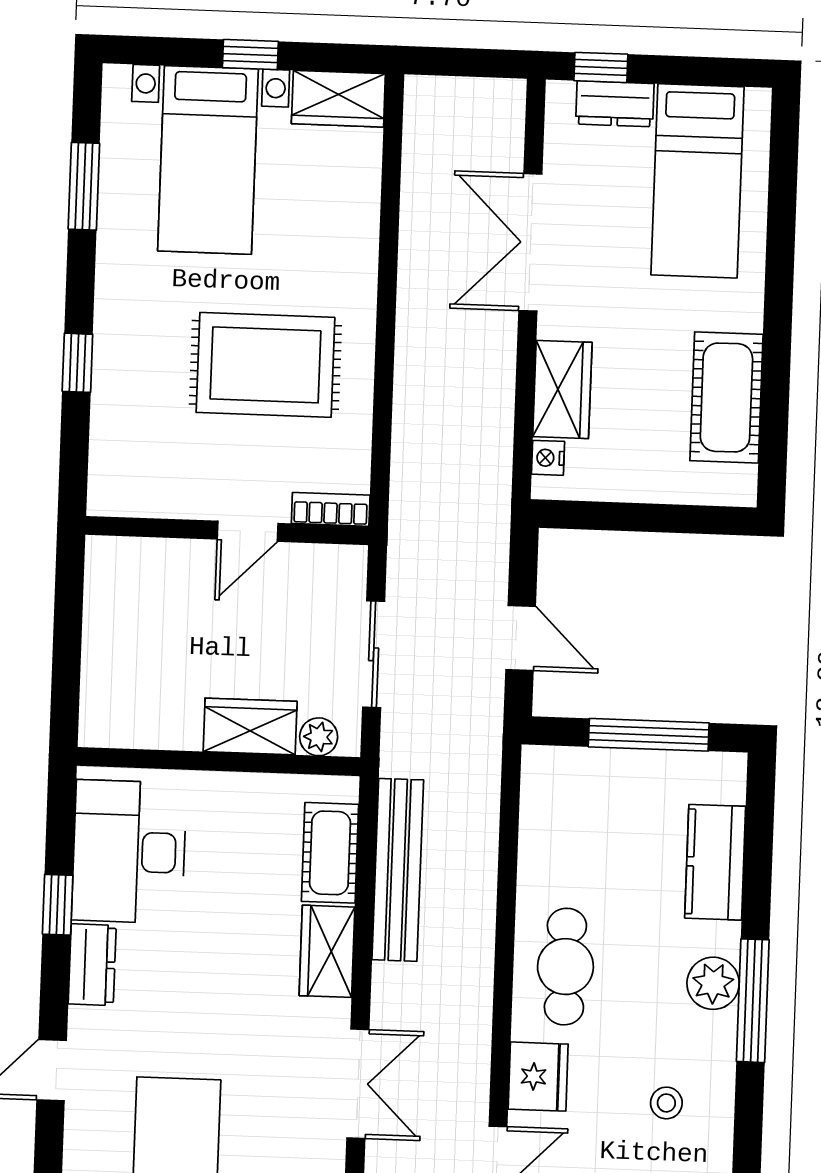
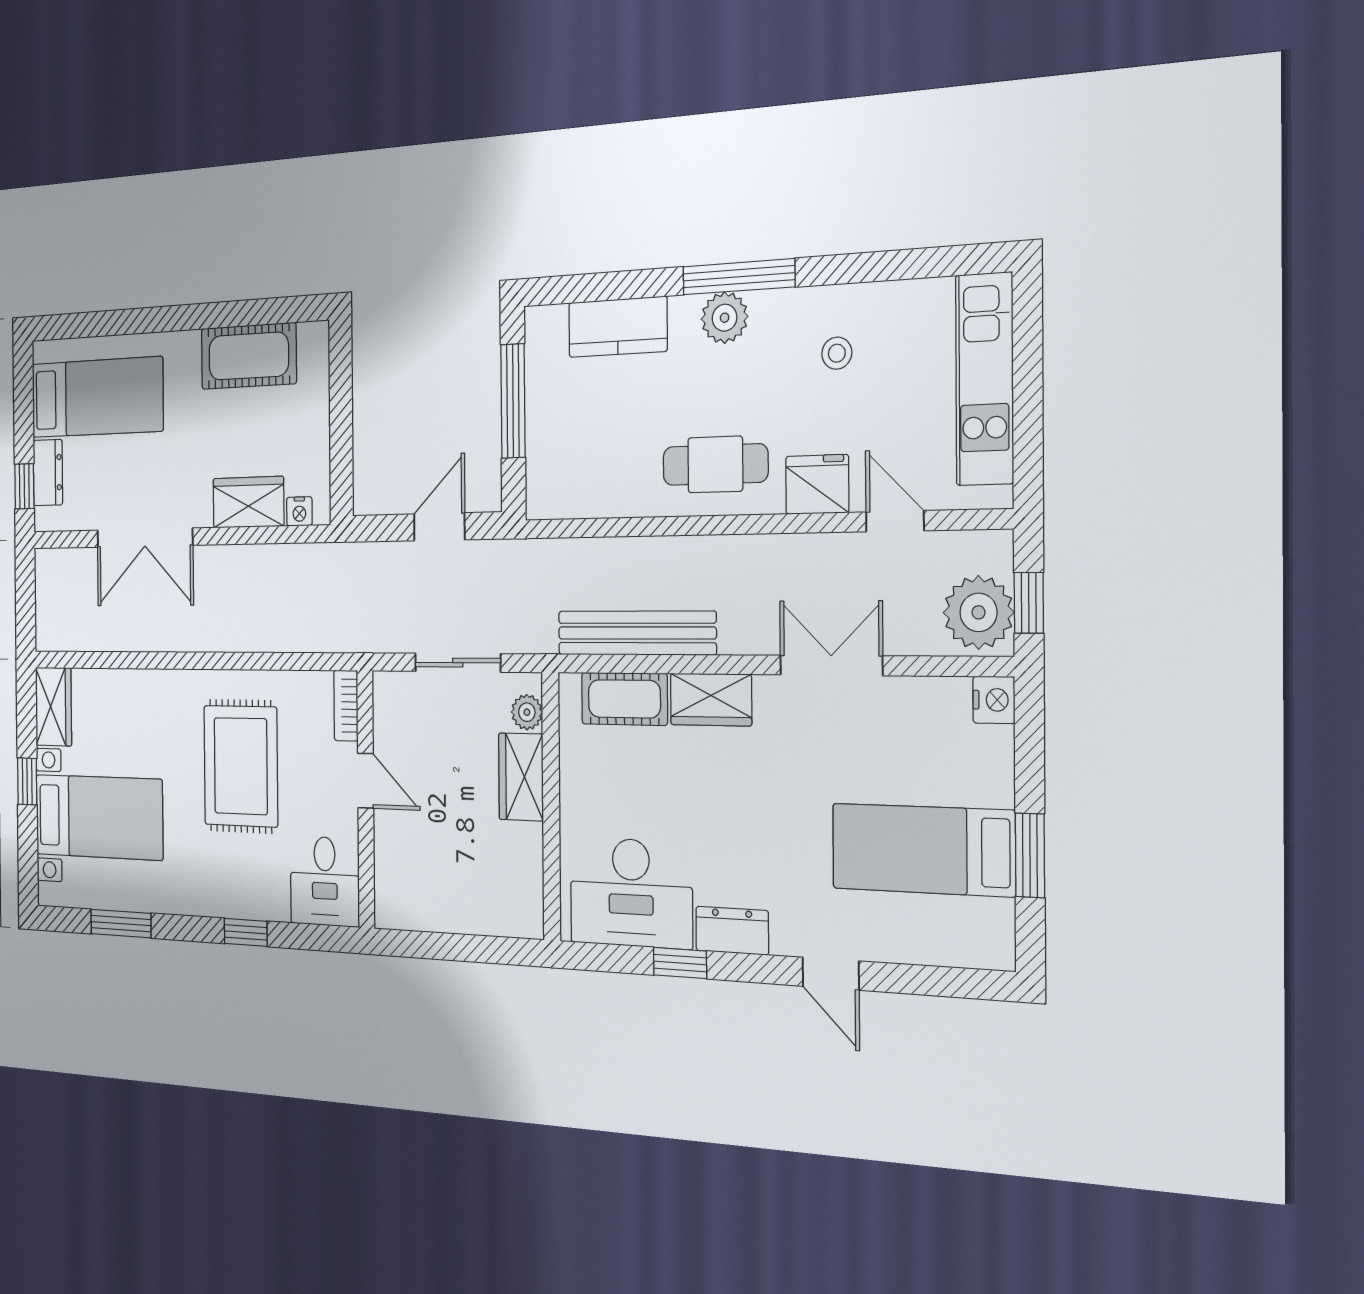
desk: (137, 472) -> (325, 881), added

